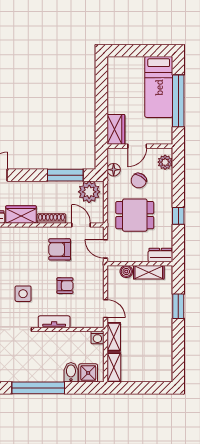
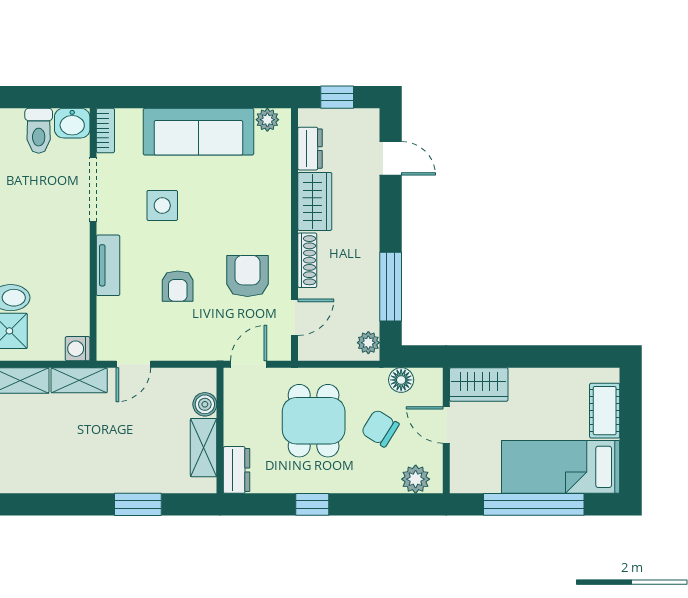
cot: (130, 64) -> (605, 411), added
plant: (89, 192) -> (368, 343), width x0.53, depth x0.53

